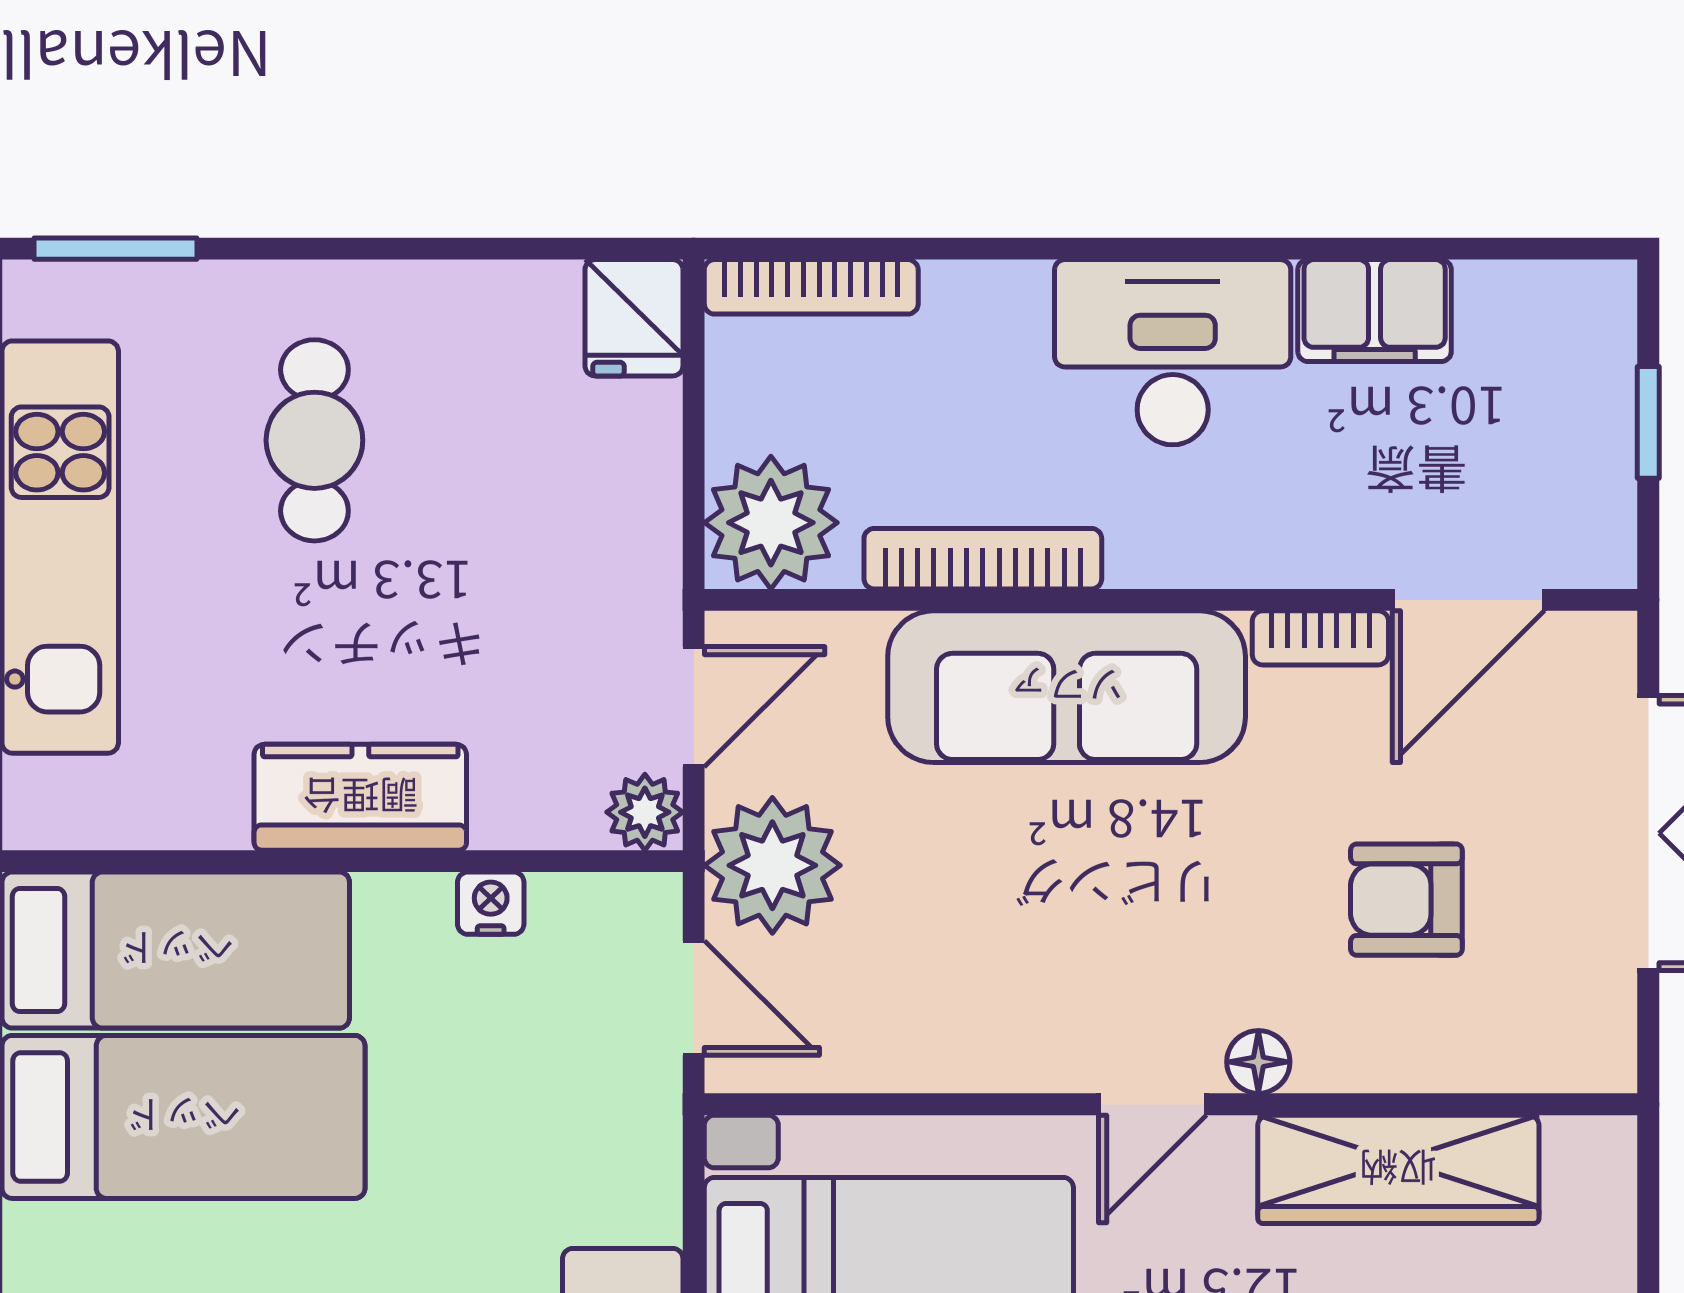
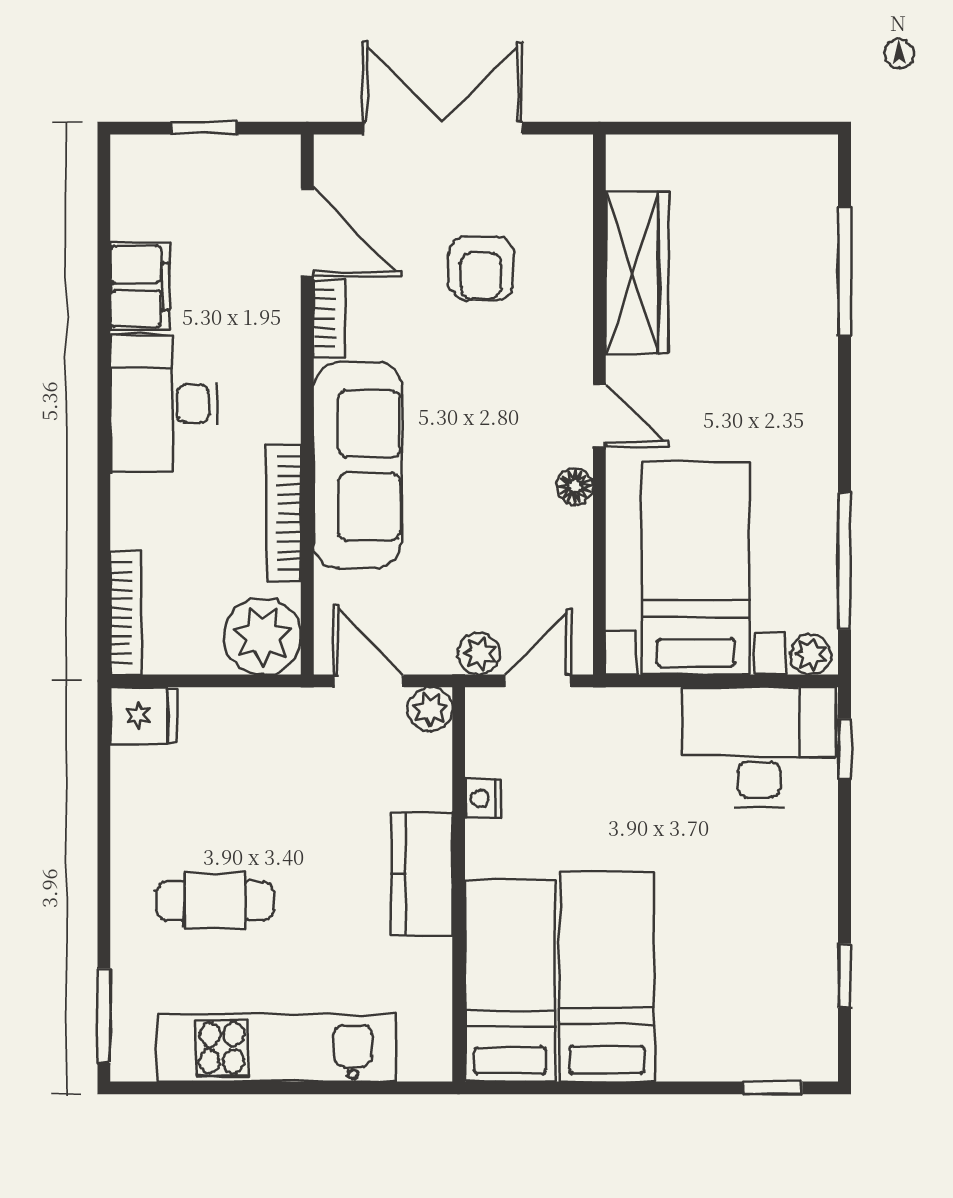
plant: (772, 865) -> (479, 654), width x0.53, depth x0.53
floor lamp: (1258, 1062) -> (575, 486), moved

